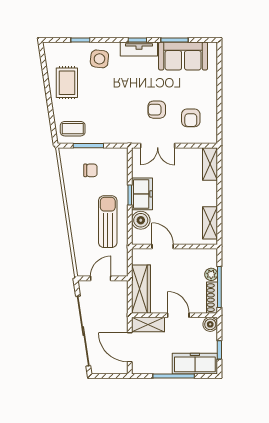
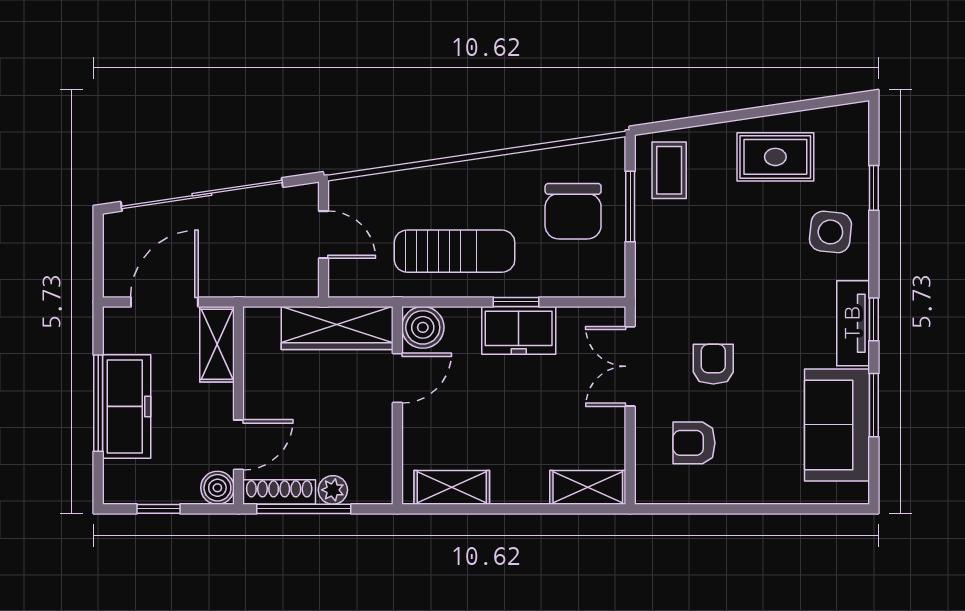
chair: (90, 170) -> (573, 211), width x1.87, depth x1.87
boiler: (141, 220) -> (423, 327), moved
wardrobe: (141, 289) -> (337, 328), moved
door: (178, 315) -> (238, 445), moved
freezer: (195, 364) -> (127, 406), moved

